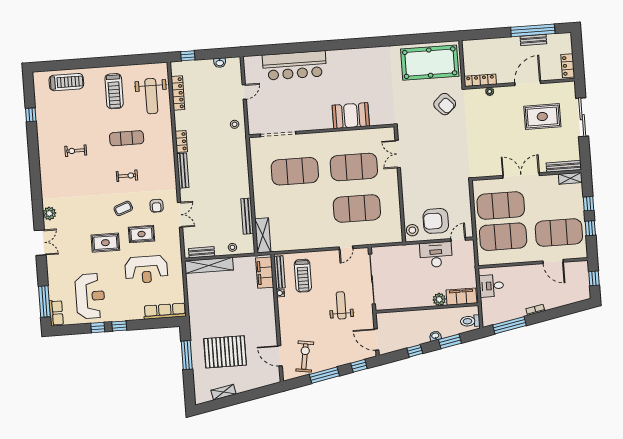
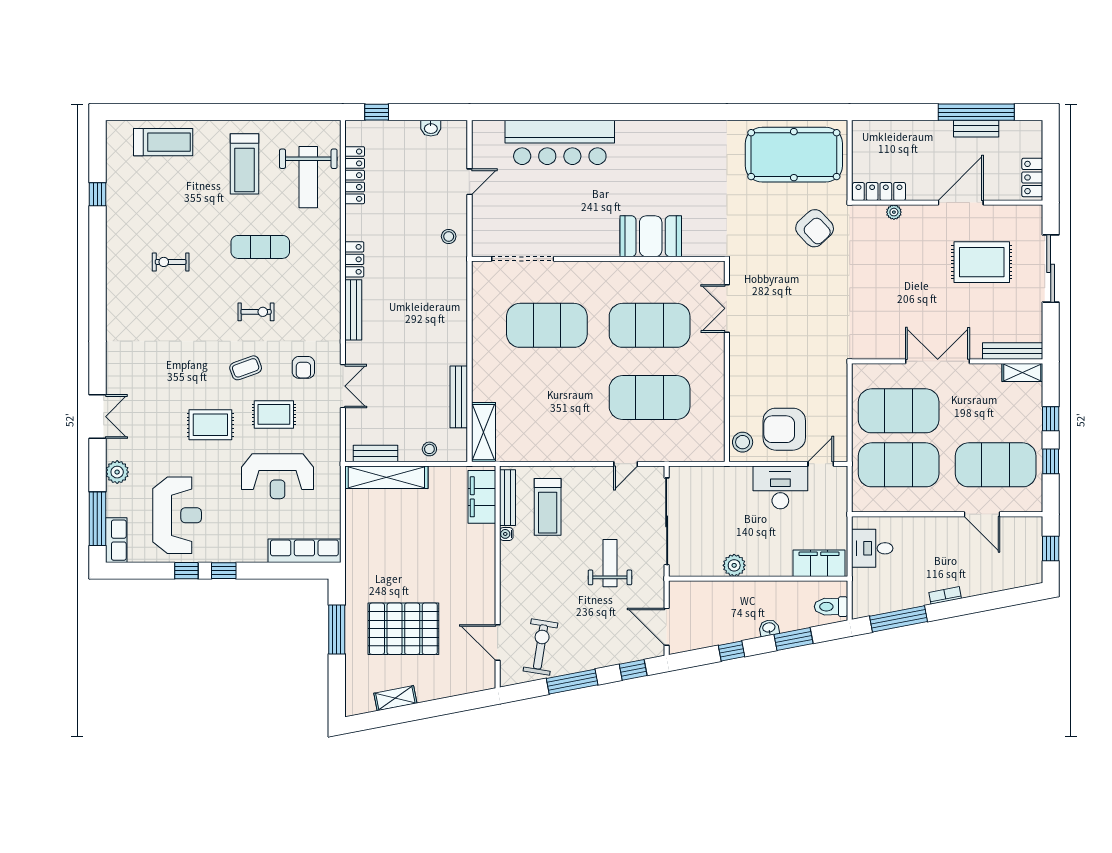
plant: (49, 213) -> (117, 472), moved
plant: (439, 299) -> (734, 565), moved

